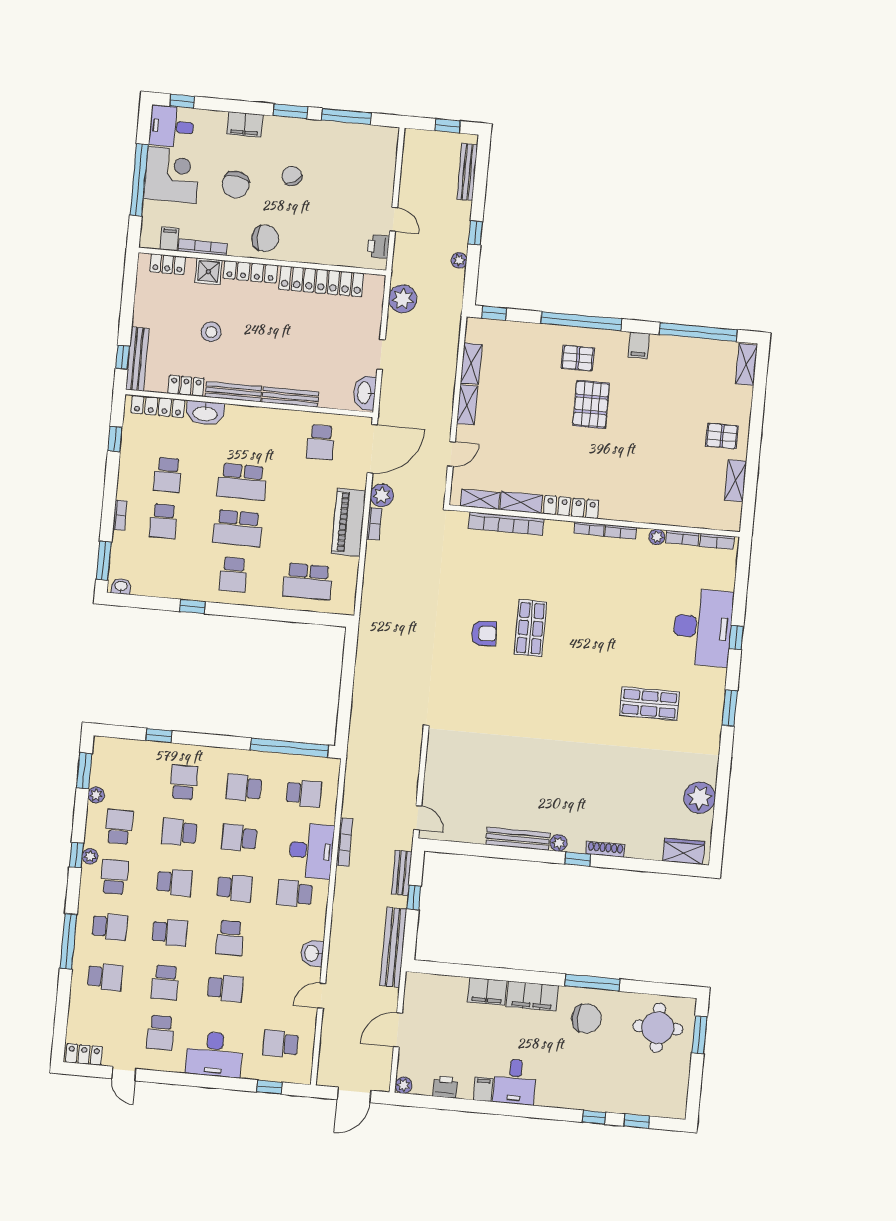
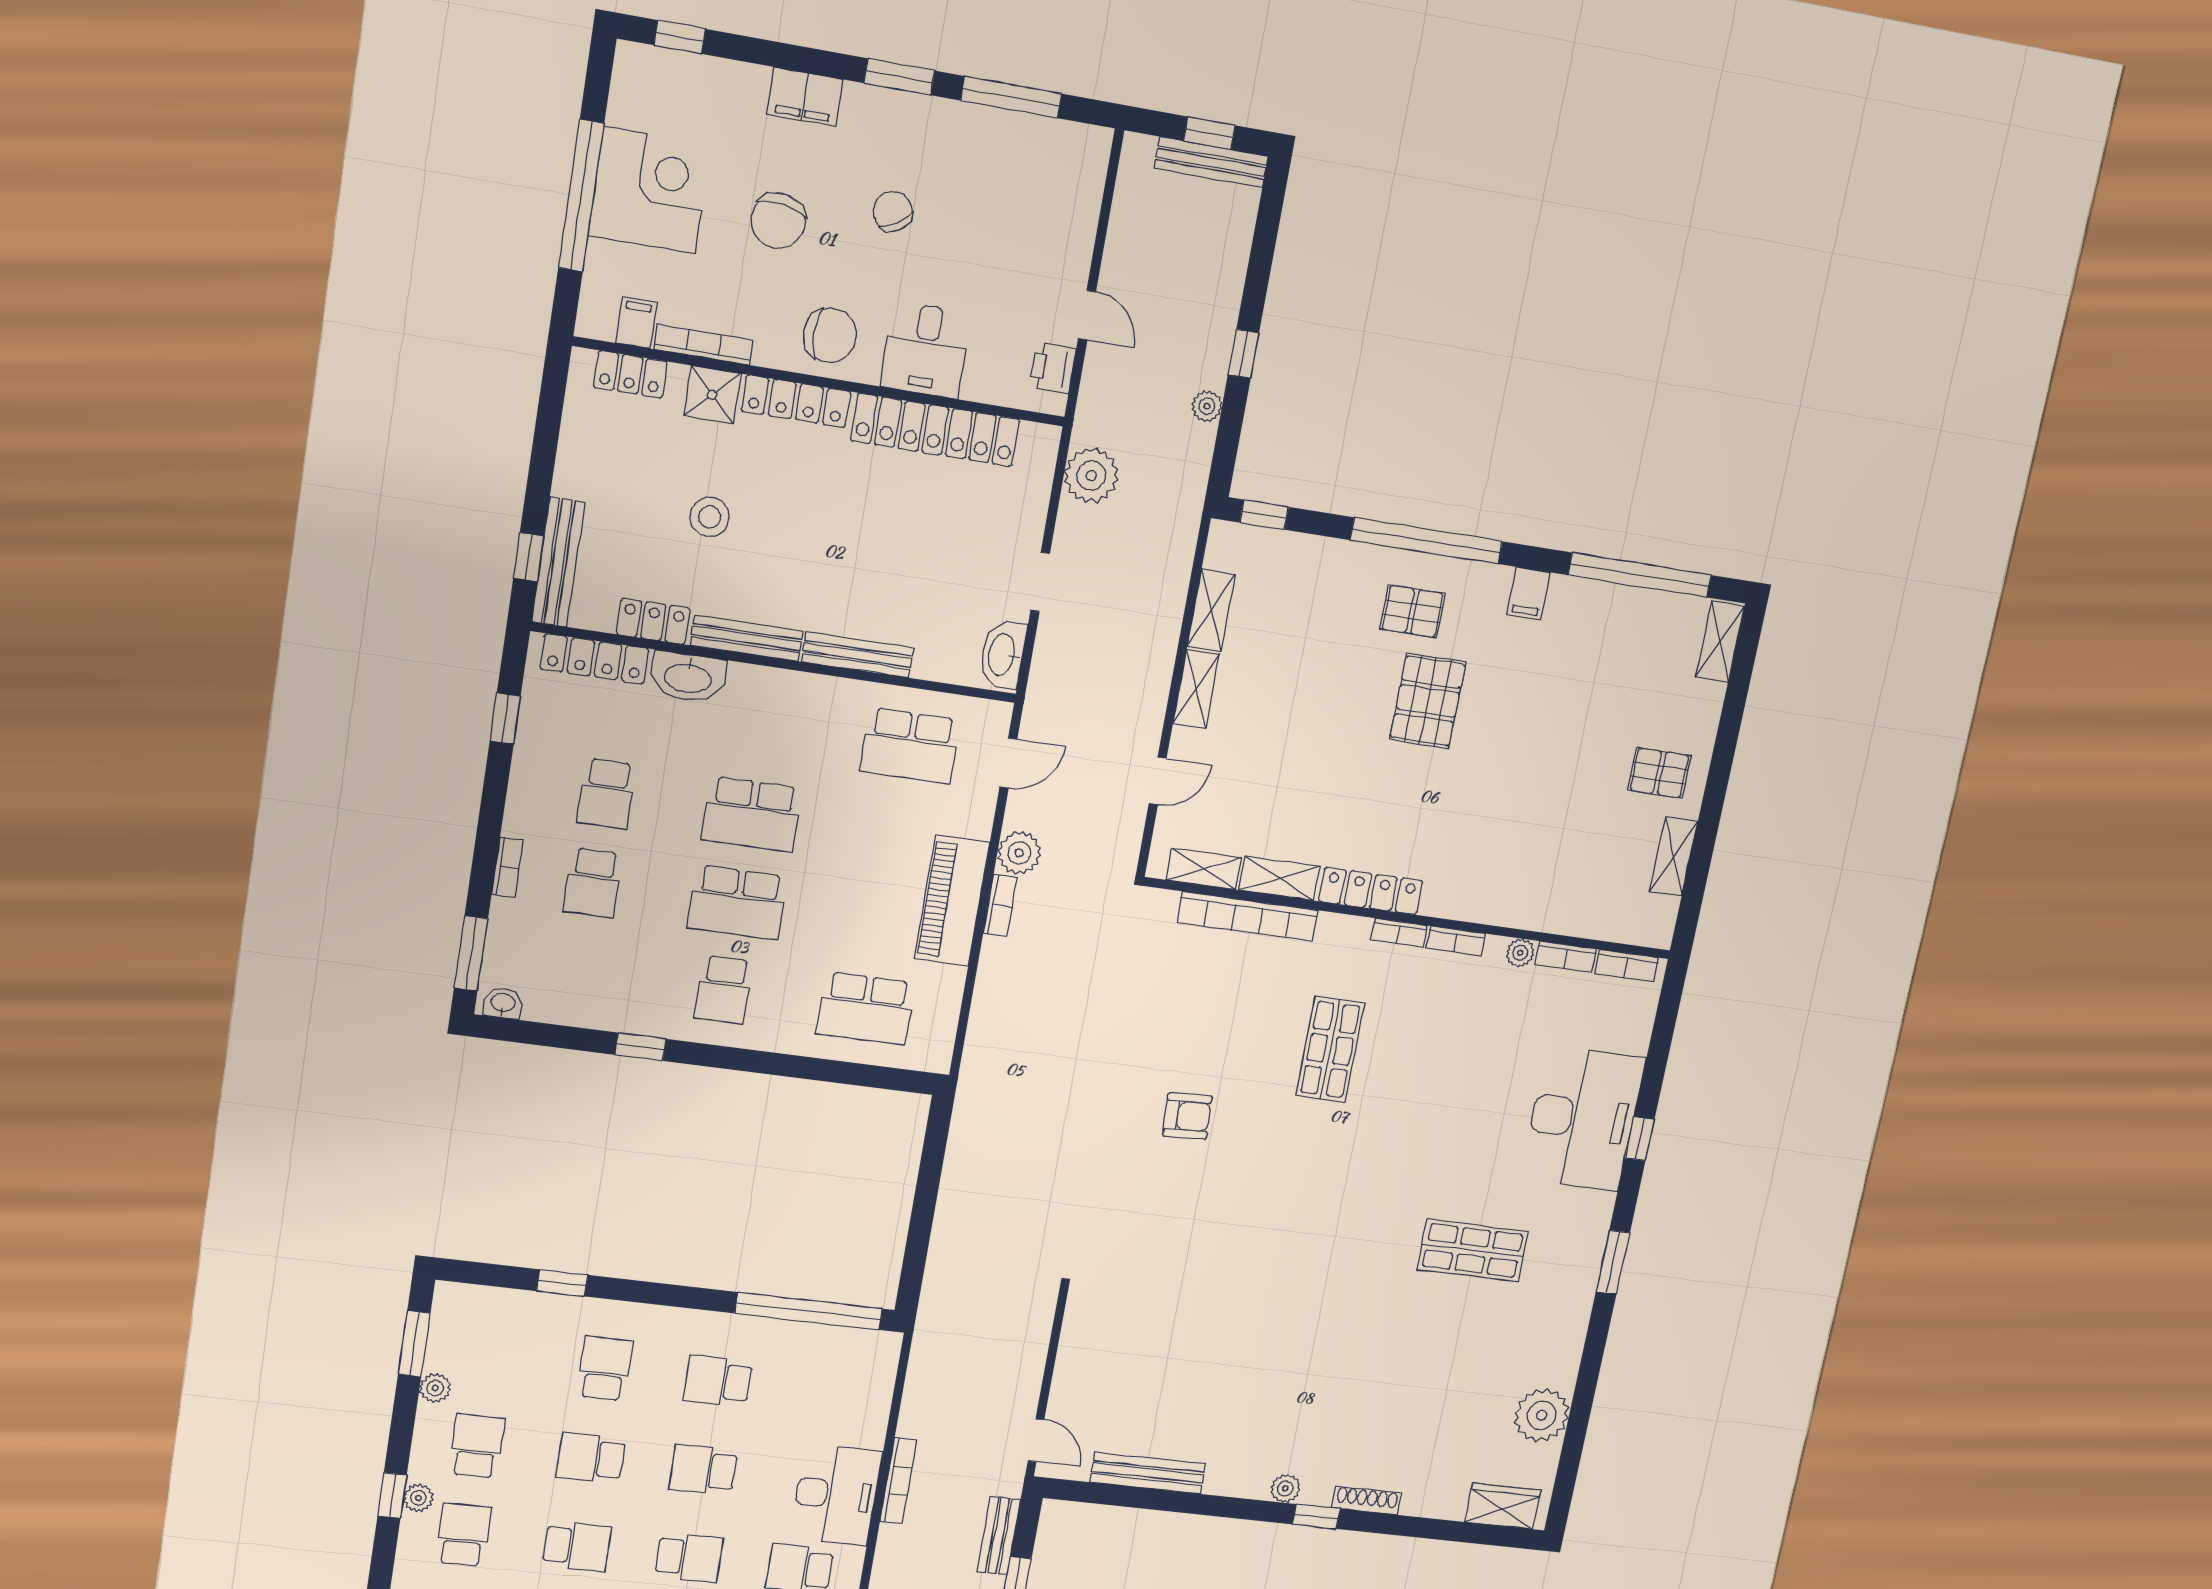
desk: (172, 127) -> (926, 350), moved, turned -90
bench: (467, 172) -> (1211, 162), moved, turned 90
school desk: (321, 442) -> (910, 746), width x1.85
door: (372, 449) -> (1008, 763), width x0.53
shop shelf: (530, 628) -> (1330, 1049), moved
school desk: (304, 793) -> (830, 1393), removed
bench: (518, 839) -> (1148, 1473), moved

